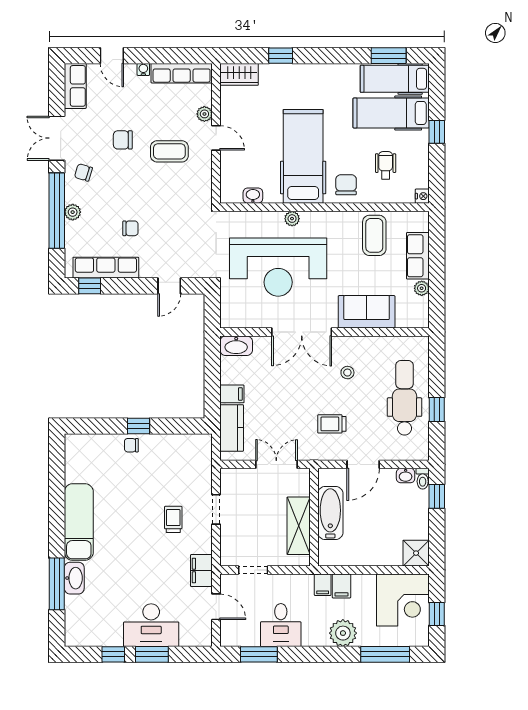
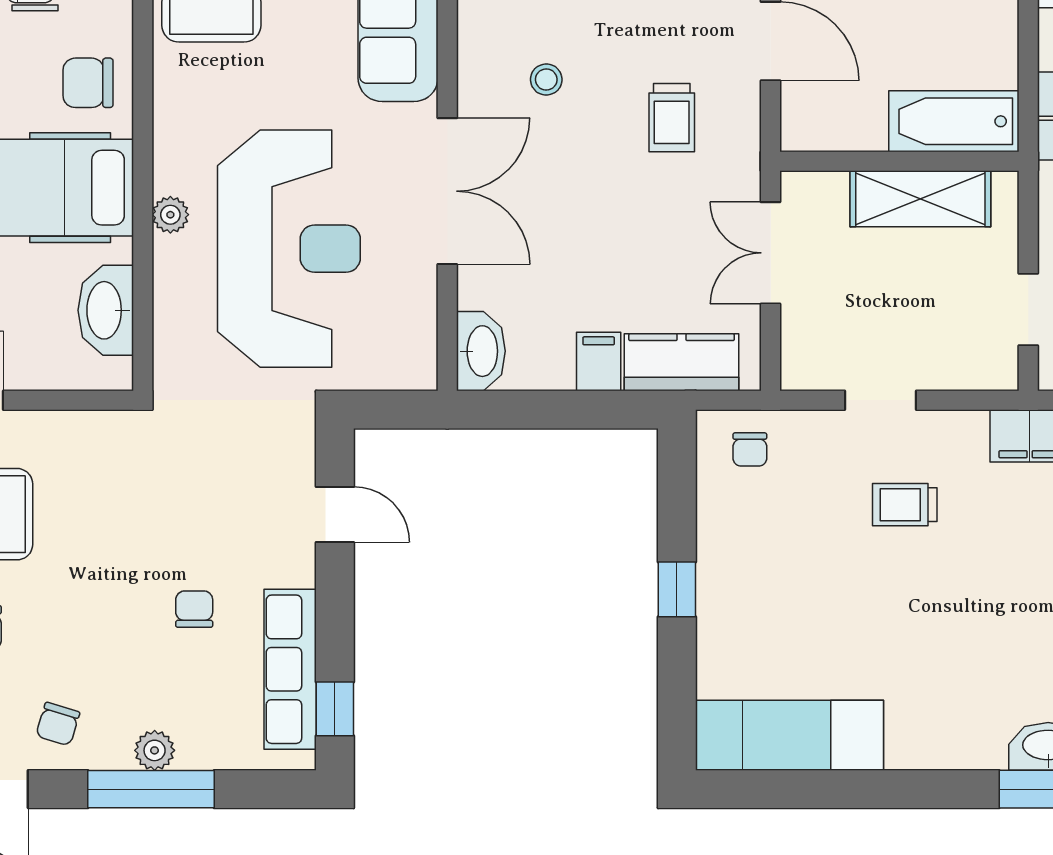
washbasin: (253, 196) -> (106, 310), width x1.91, depth x1.45
window: (57, 211) -> (151, 789), width x0.68
chair: (131, 445) -> (750, 449), moved
bathtub: (330, 513) -> (954, 121), moved
exam couch: (79, 522) -> (790, 735), moved

